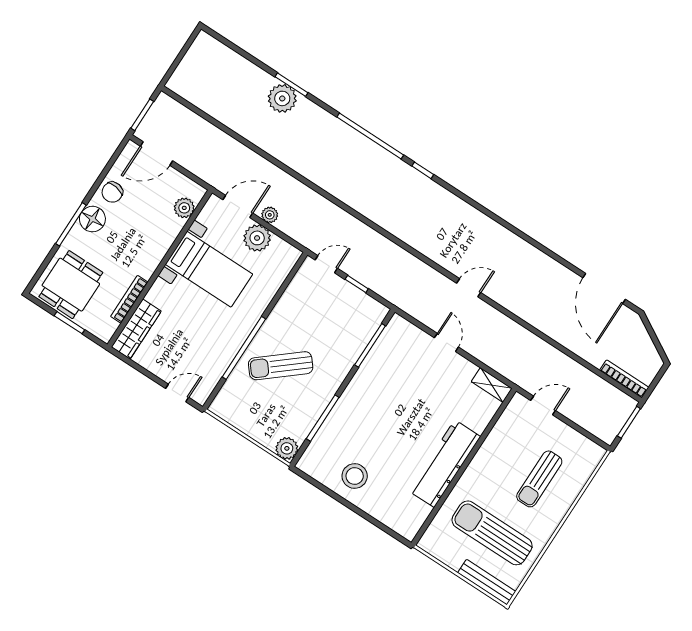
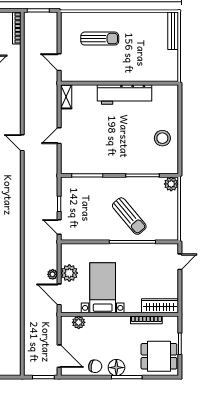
door: (177, 393) -> (180, 262), swing flipped
sun lounger: (492, 533) -> (145, 45), removed

